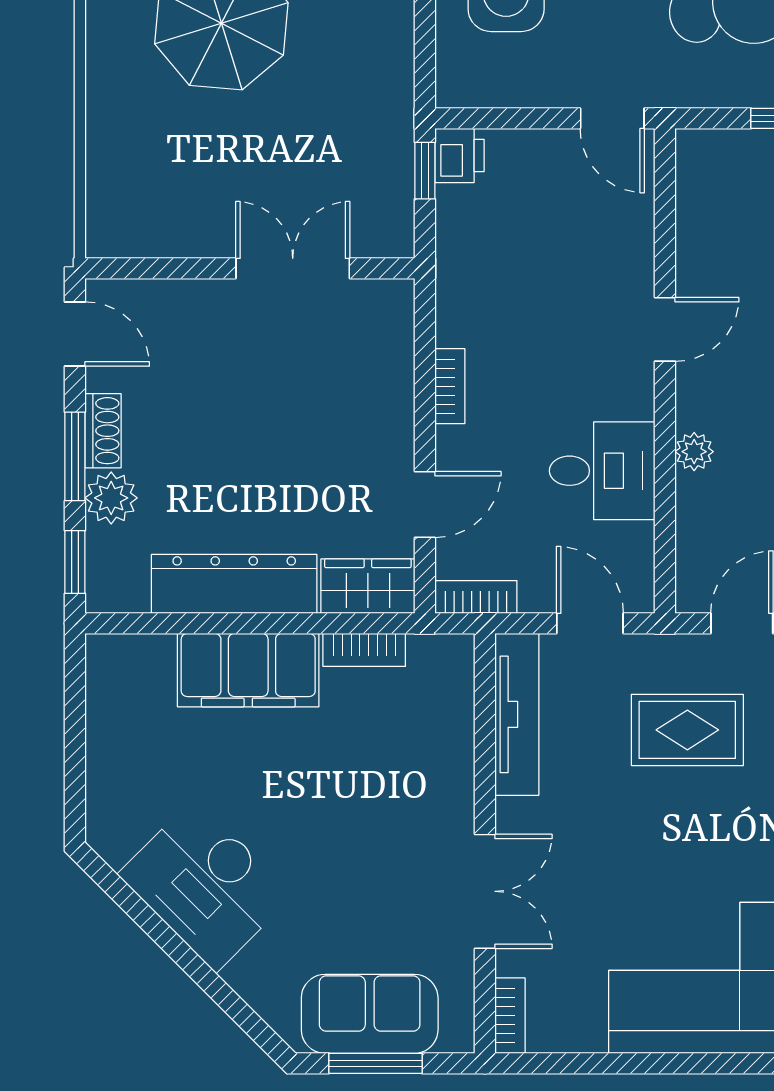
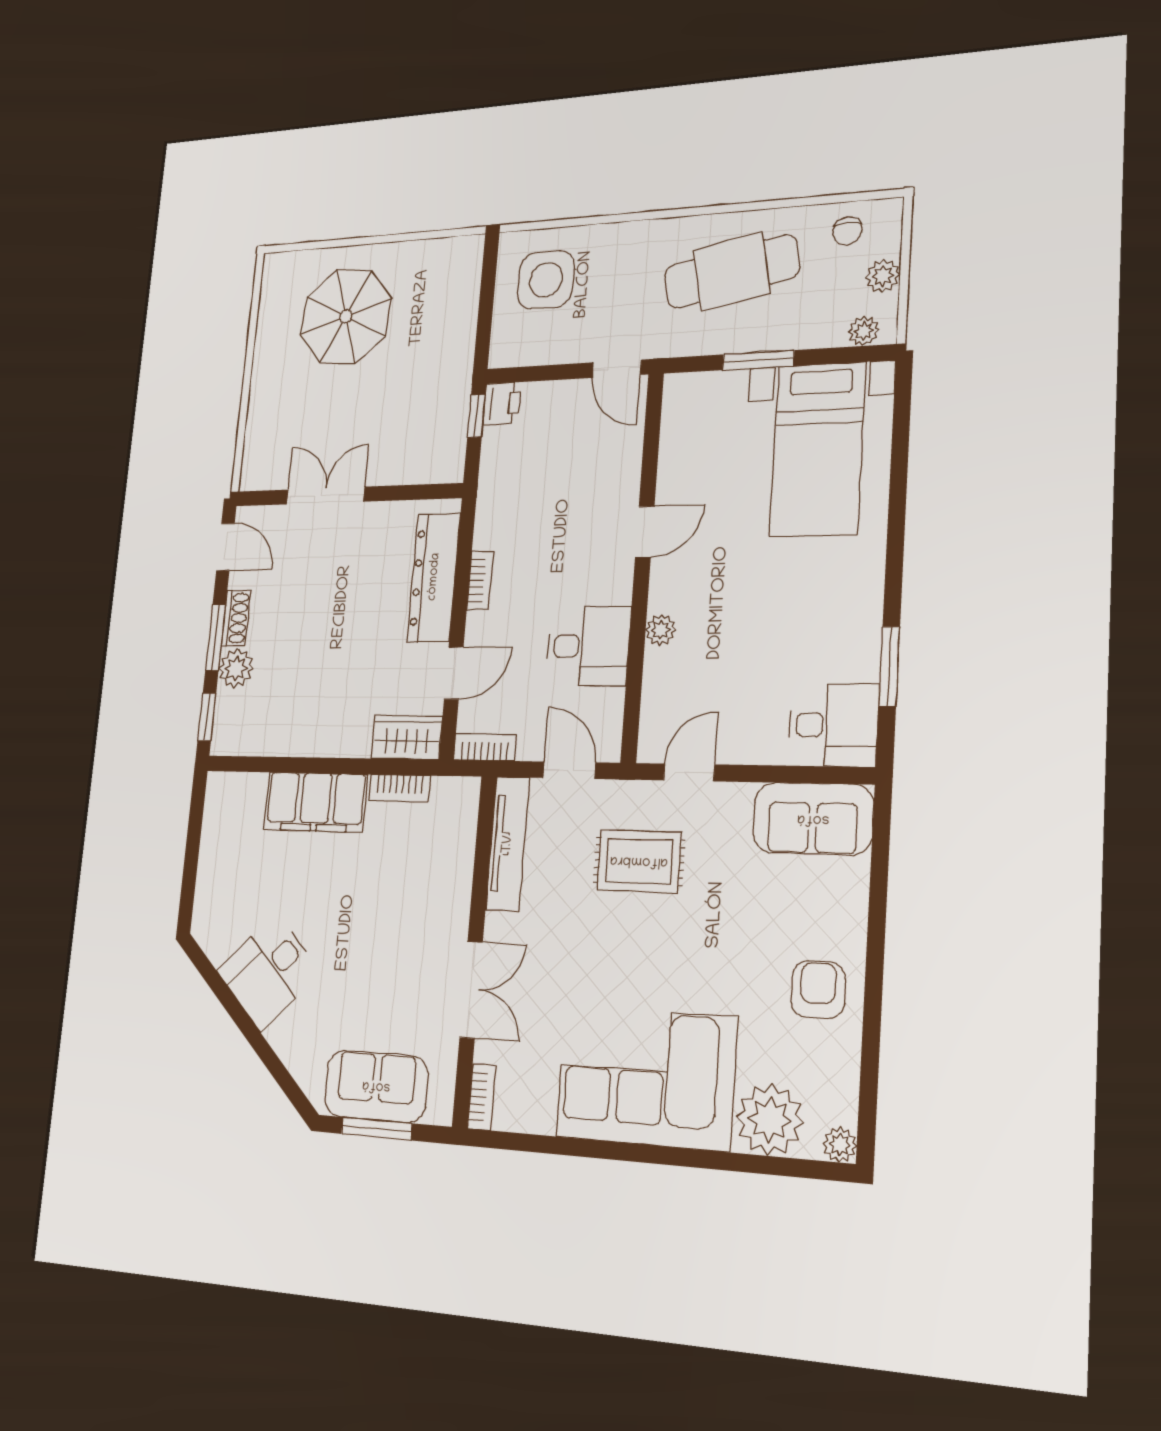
double door: (293, 268) -> (325, 496), moved
dresser: (234, 584) -> (434, 577), moved, turned -90
desk: (205, 885) -> (269, 972), width x0.73

